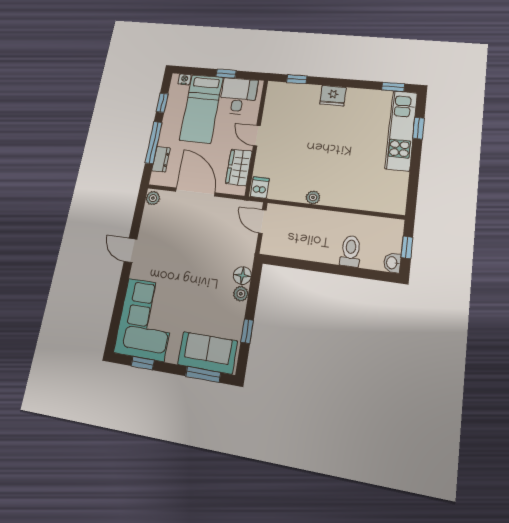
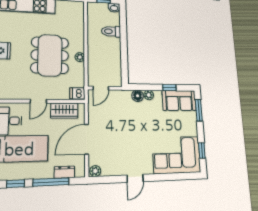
dining table: (320, 156) -> (50, 55), added
sofa: (207, 353) -> (179, 100), moved, turned -90

